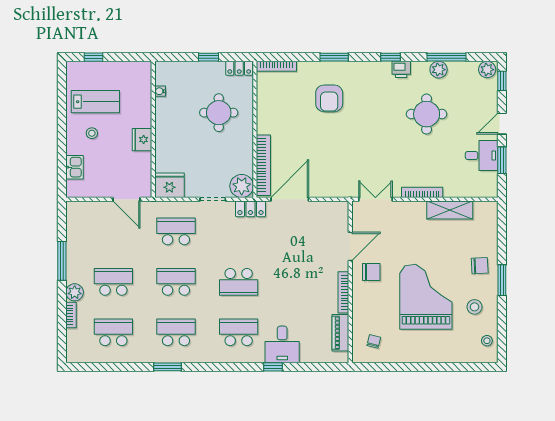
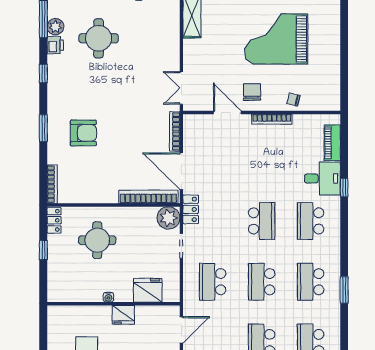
printer: (401, 69) -> (55, 45), moved
water cooler: (160, 91) -> (108, 297), moved
fridge: (169, 185) -> (148, 290), moved, turned 90
bookcase: (422, 192) -> (175, 131), moved
piano: (340, 333) -> (332, 143), moved, turned 90
chair: (374, 341) -> (293, 100), moved

